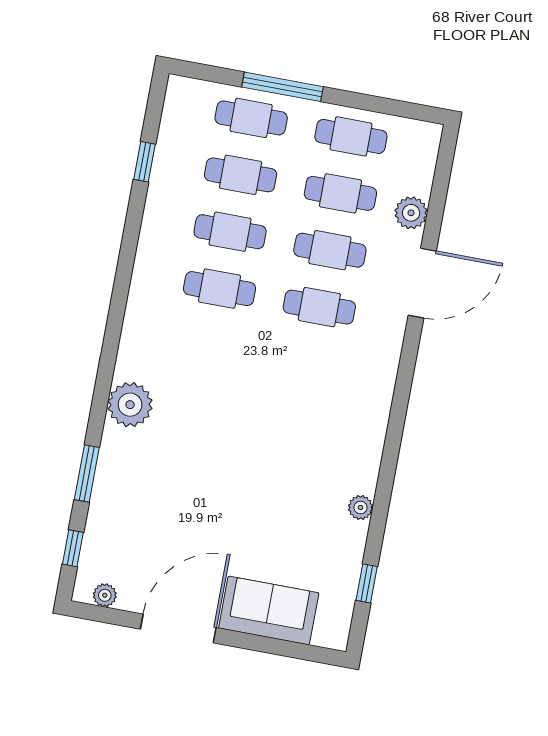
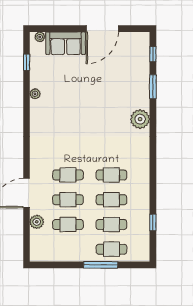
cafe table: (351, 136) -> (68, 249), removed
plant: (105, 595) -> (40, 37), moved

